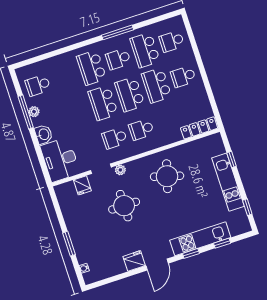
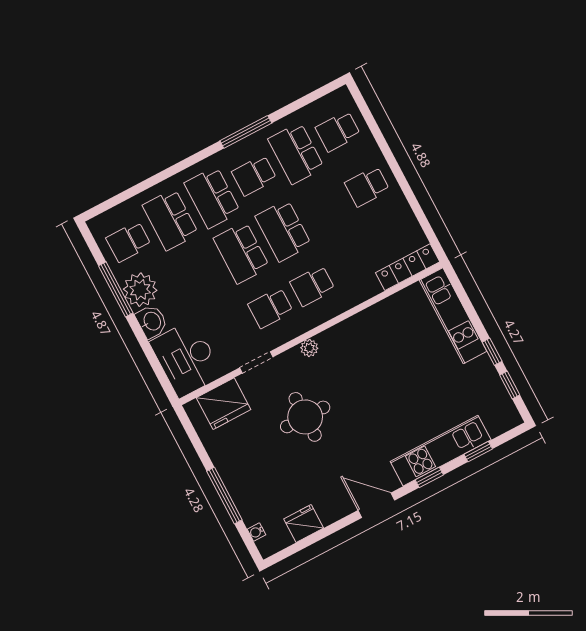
school desk: (157, 85) -> (170, 220), moved
plant: (34, 112) -> (140, 290), width x1.88, depth x1.88
window: (232, 159) -> (492, 352), moved
plant: (120, 170) -> (309, 348), moved
round table: (167, 176) -> (368, 356), removed
kitchen unit: (228, 182) -> (453, 316), moved
fridge: (82, 185) -> (224, 404), width x1.88, depth x1.34
window: (69, 244) -> (224, 495), width x1.44
fridge: (134, 261) -> (304, 524), moved
door: (157, 265) -> (376, 505), swing flipped

